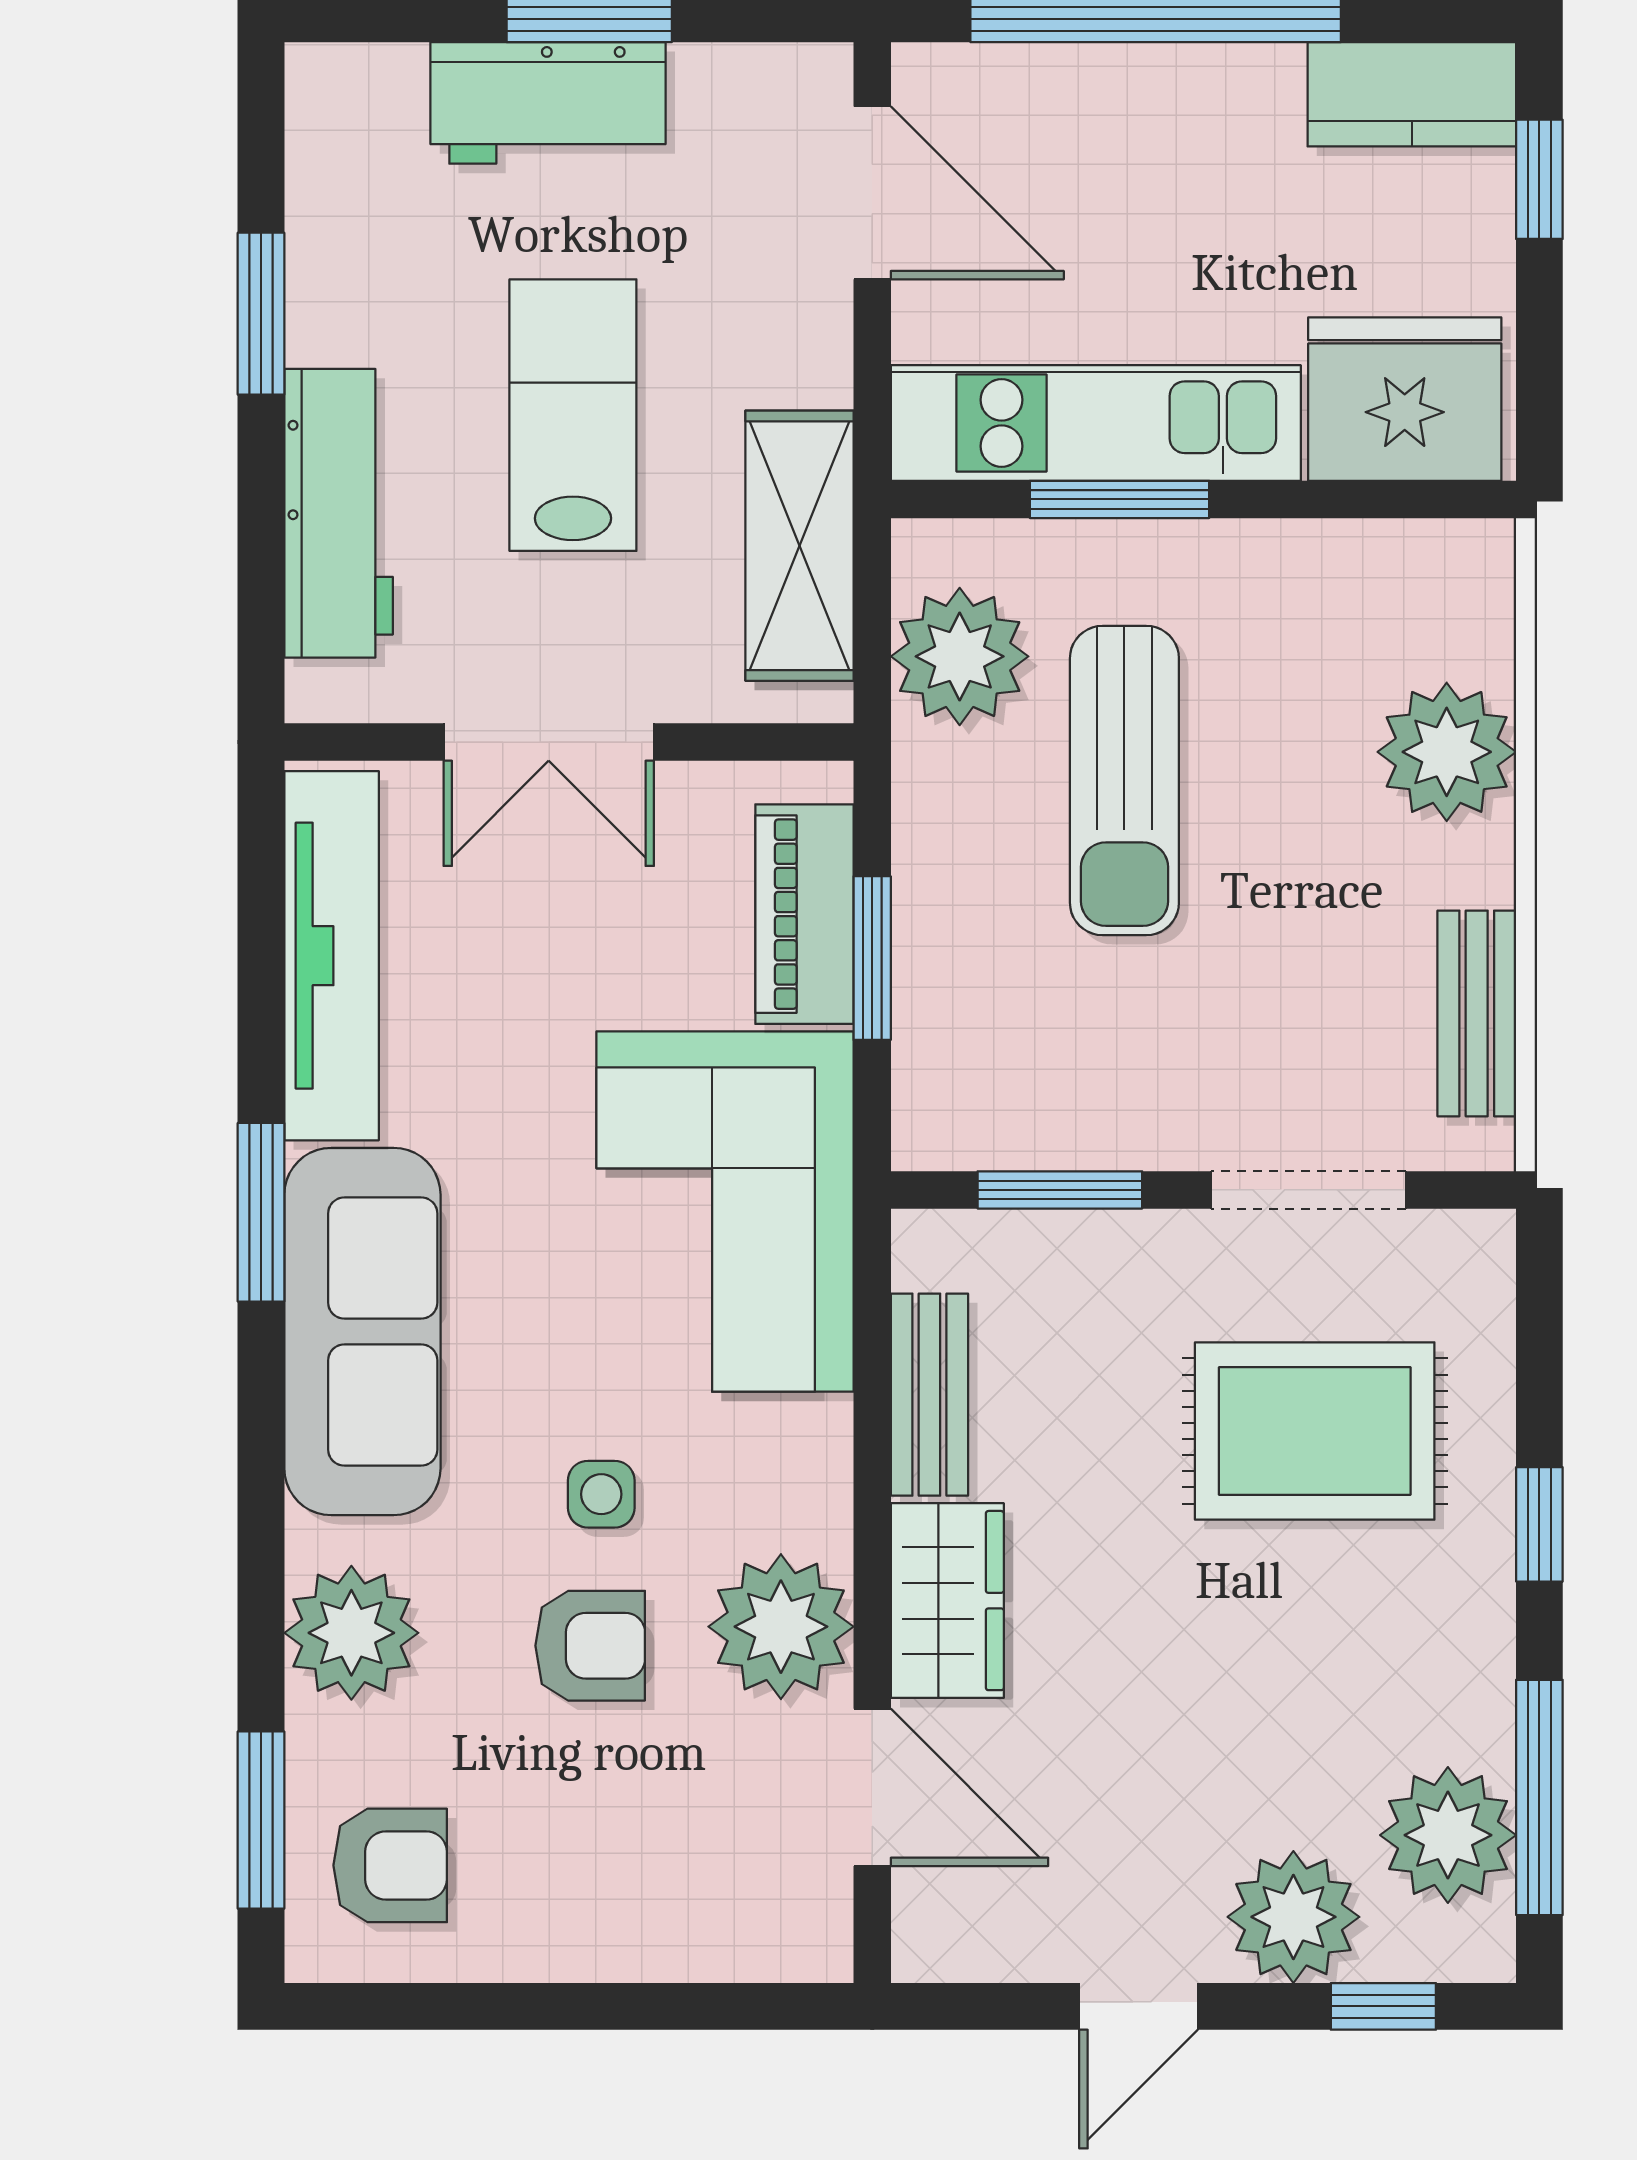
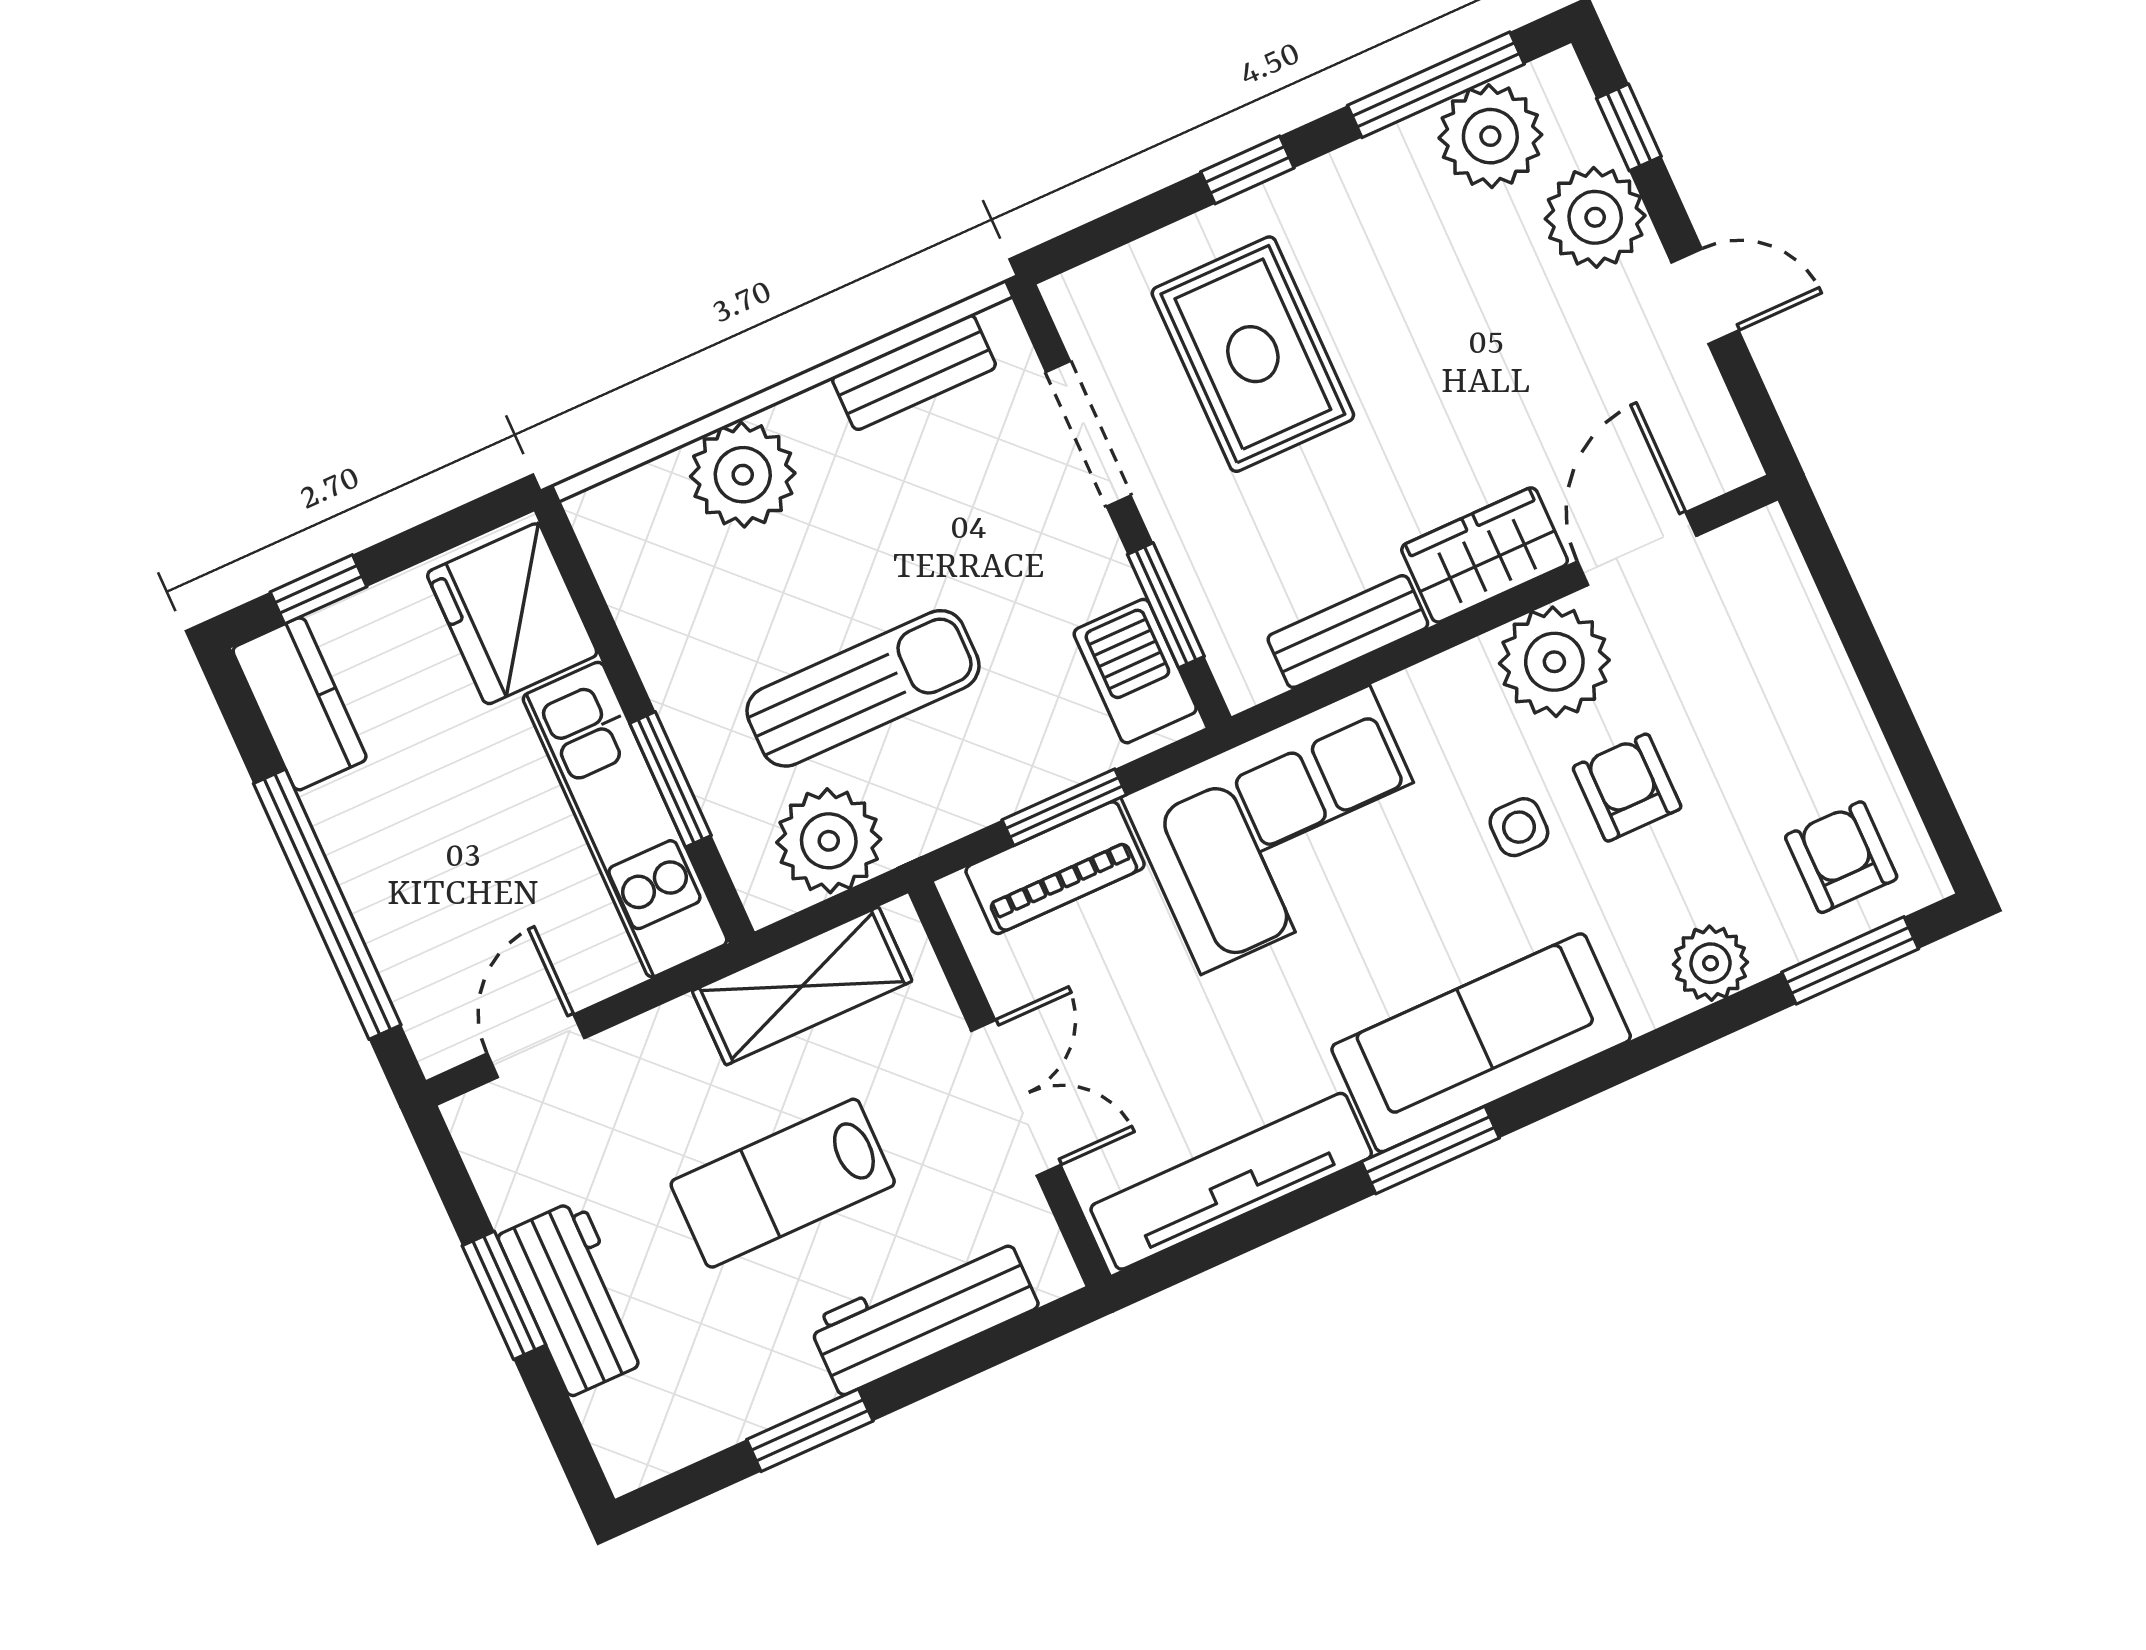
door: (872, 193) -> (536, 1046), width x0.73
barbecue: (997, 1117) -> (1135, 671), added
plant: (351, 1633) -> (1711, 963), width x0.73, depth x0.73

